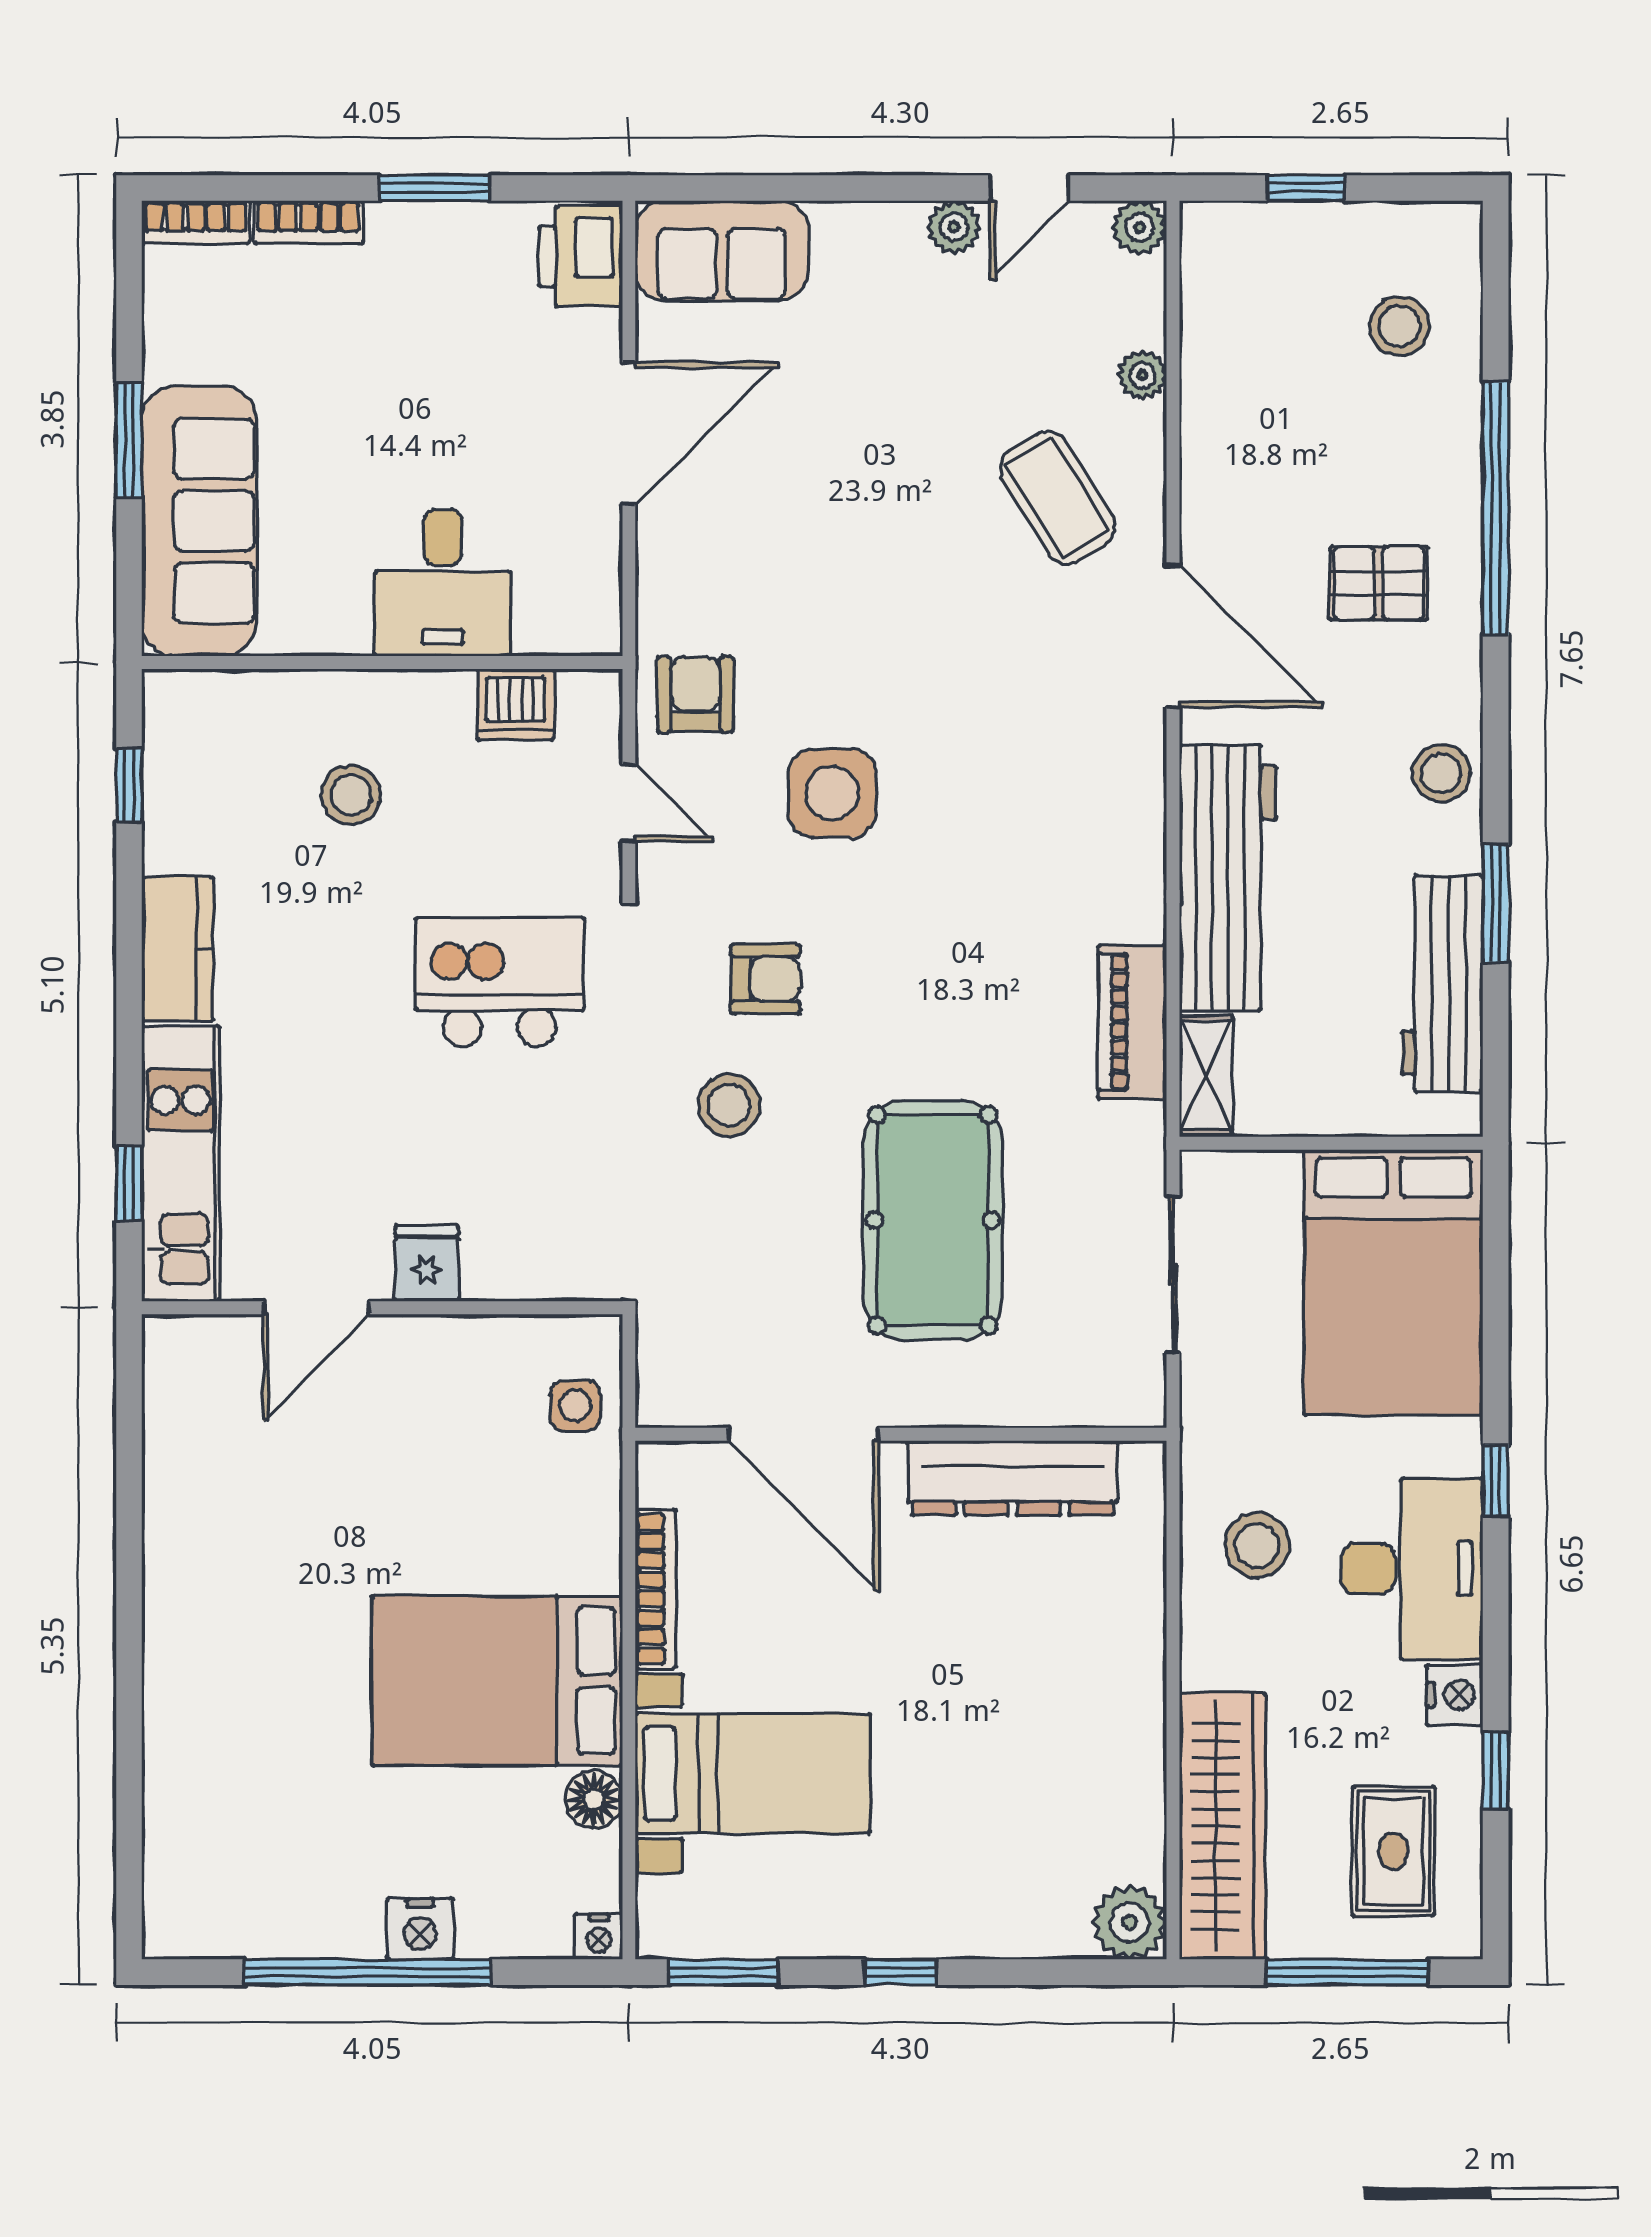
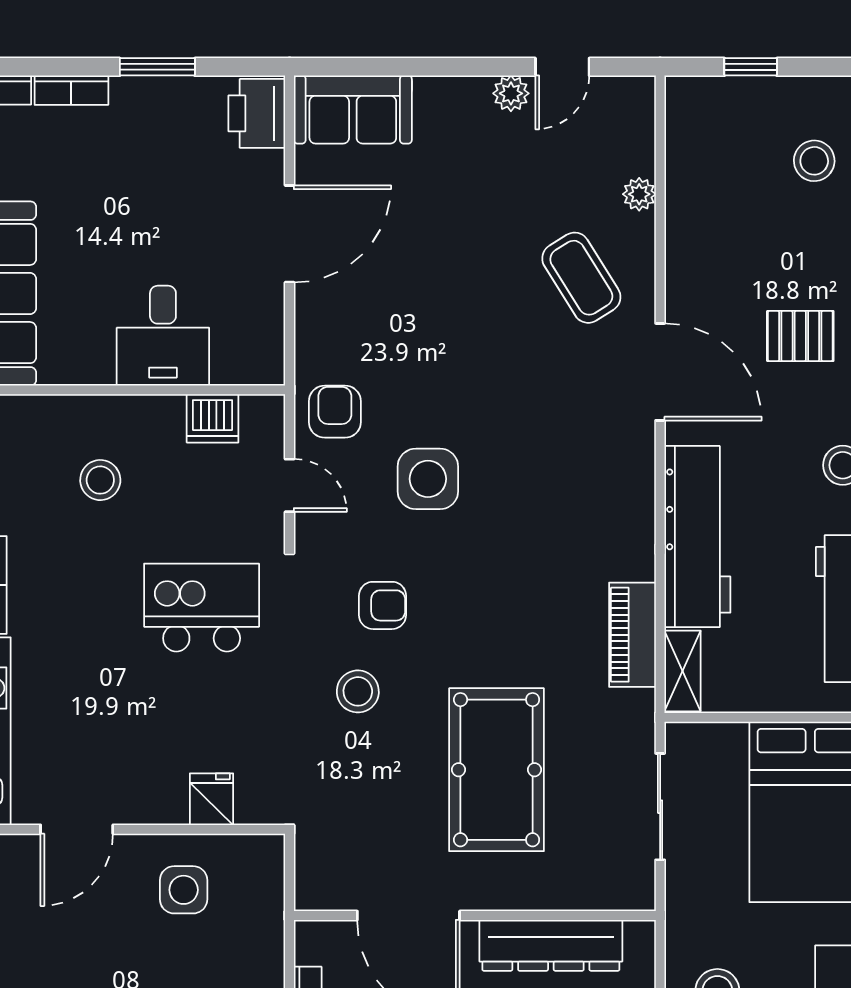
plant: (1140, 228) -> (637, 94), removed
fridge: (427, 1263) -> (212, 799), moved
side table: (575, 1406) -> (184, 890), moved, width x1.37, depth x1.37

